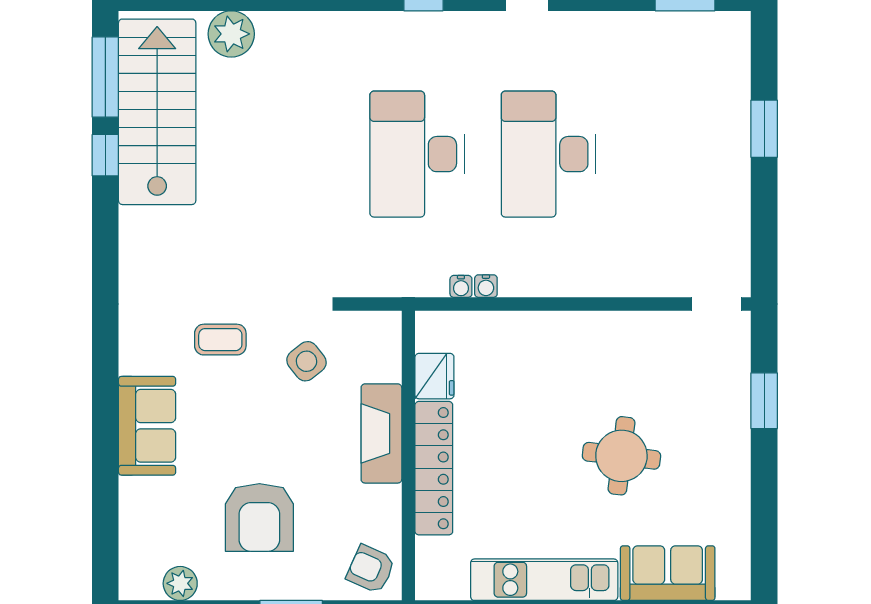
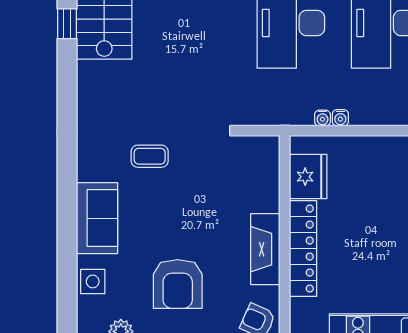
side table: (306, 361) -> (93, 281), moved, turned 38
fridge: (434, 376) -> (308, 177), width x1.36, depth x1.34
fireplace: (381, 433) -> (265, 249), moved

